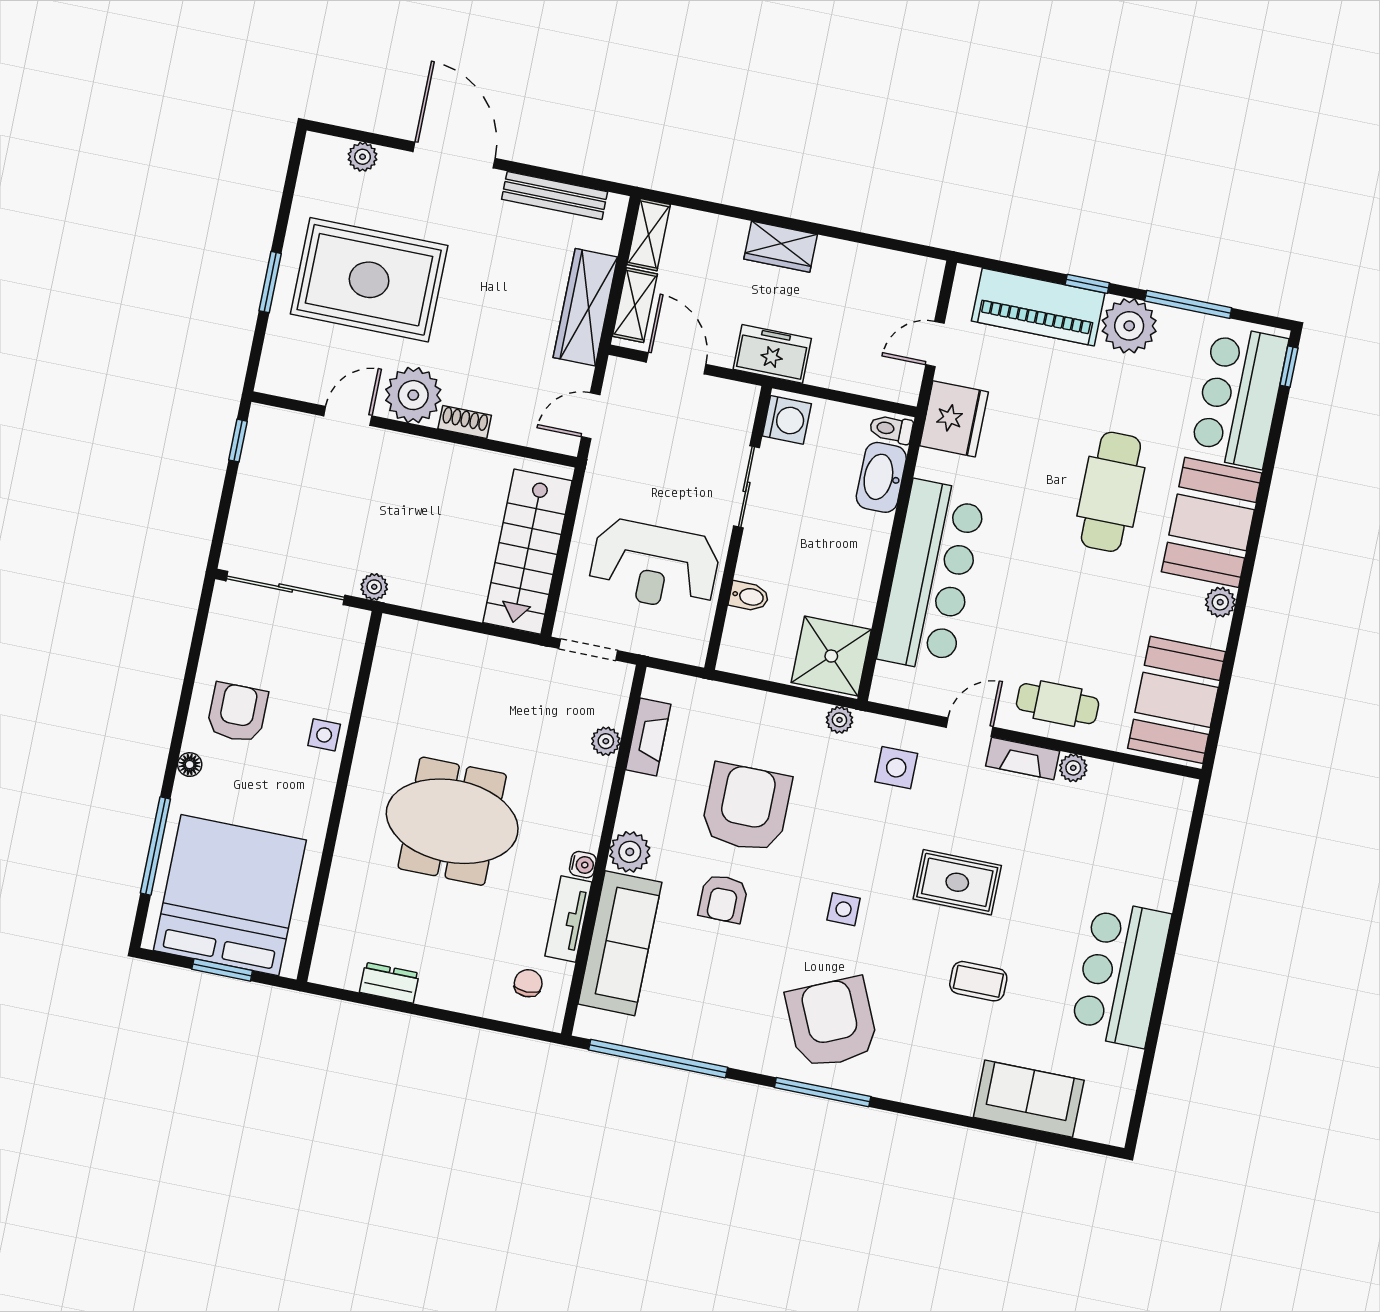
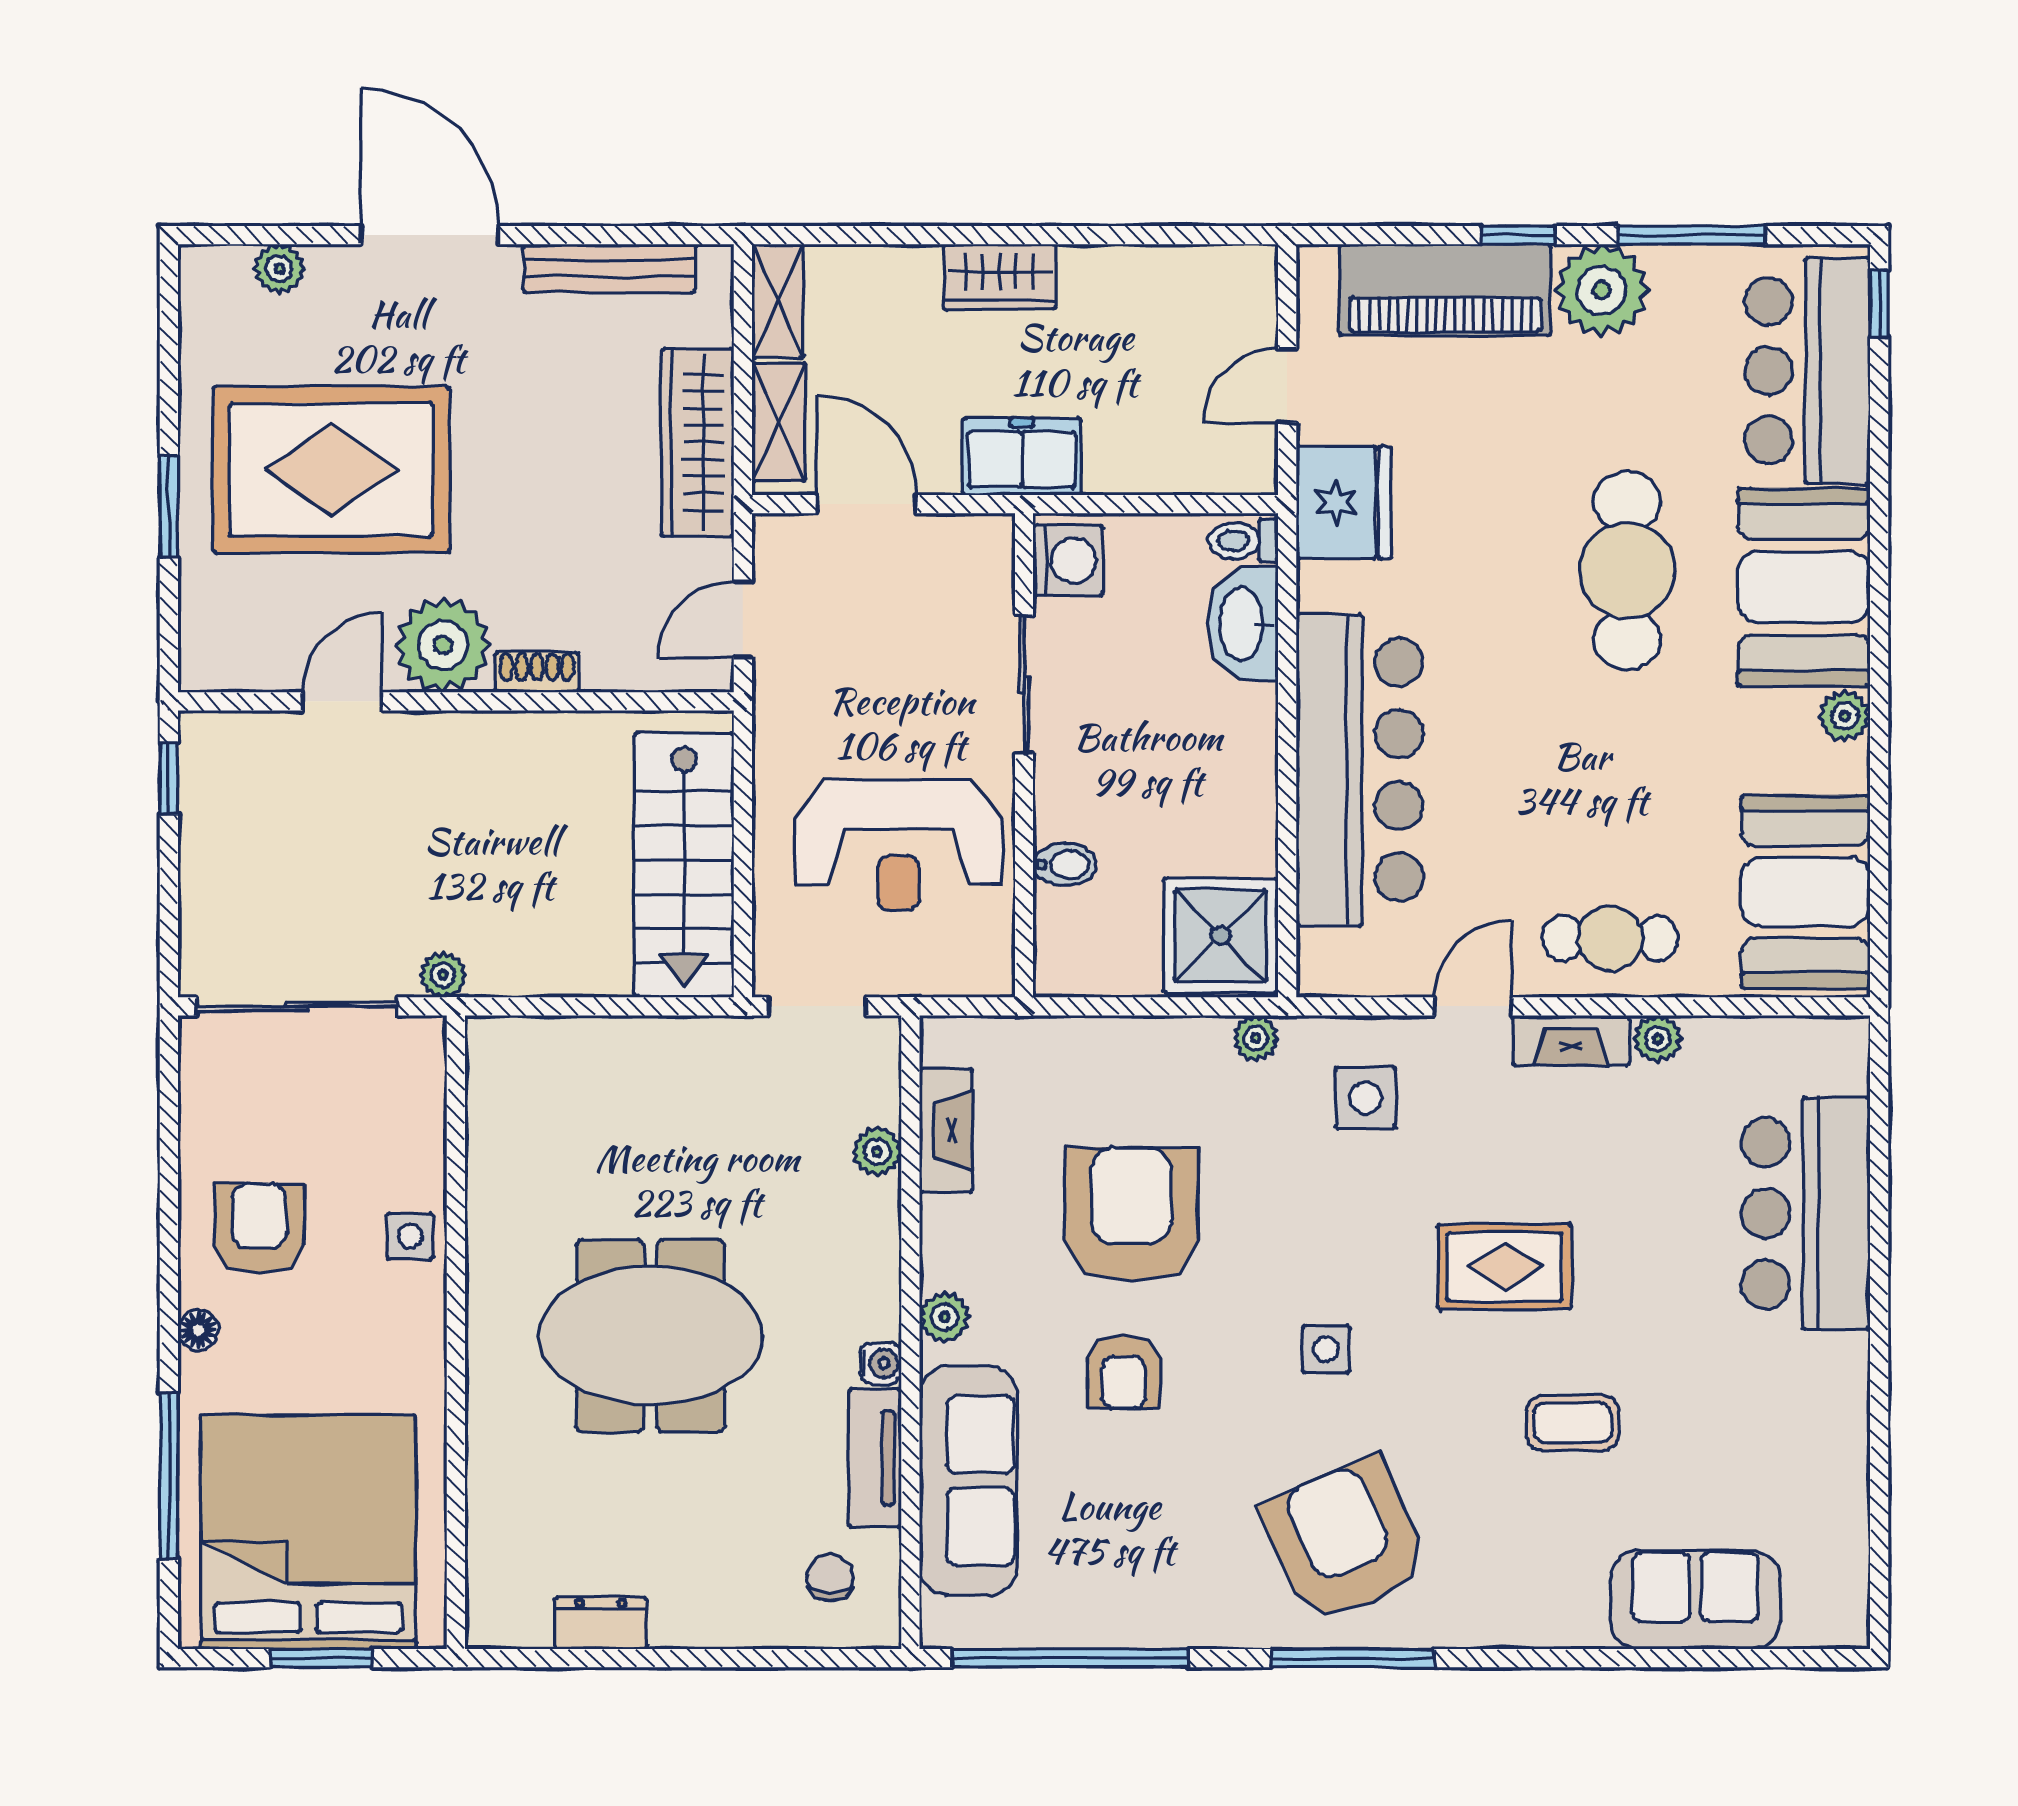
plant: (630, 852) -> (944, 1317), width x0.73, depth x0.73
bar counter: (1121, 974) -> (1806, 1213), moved

